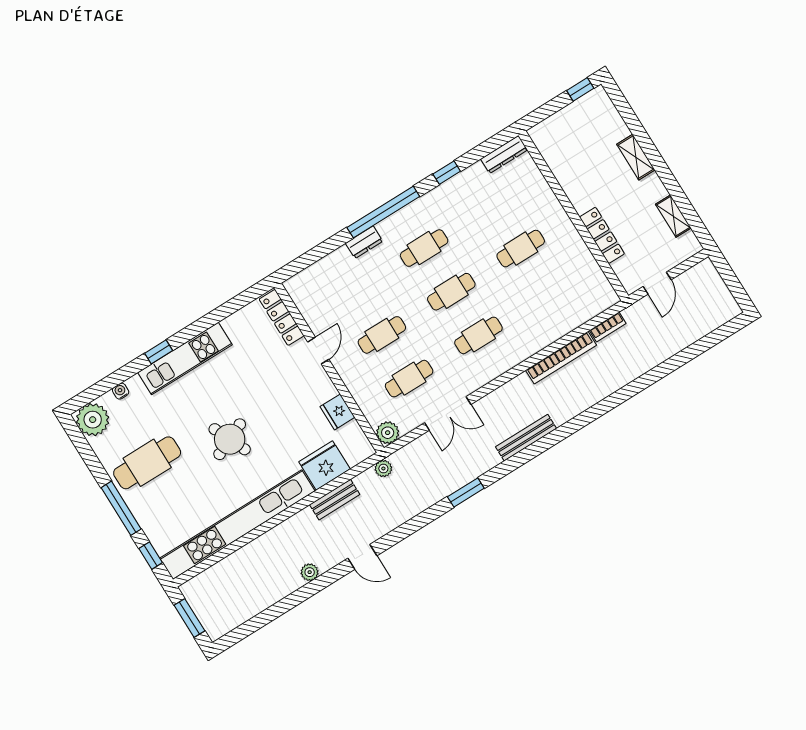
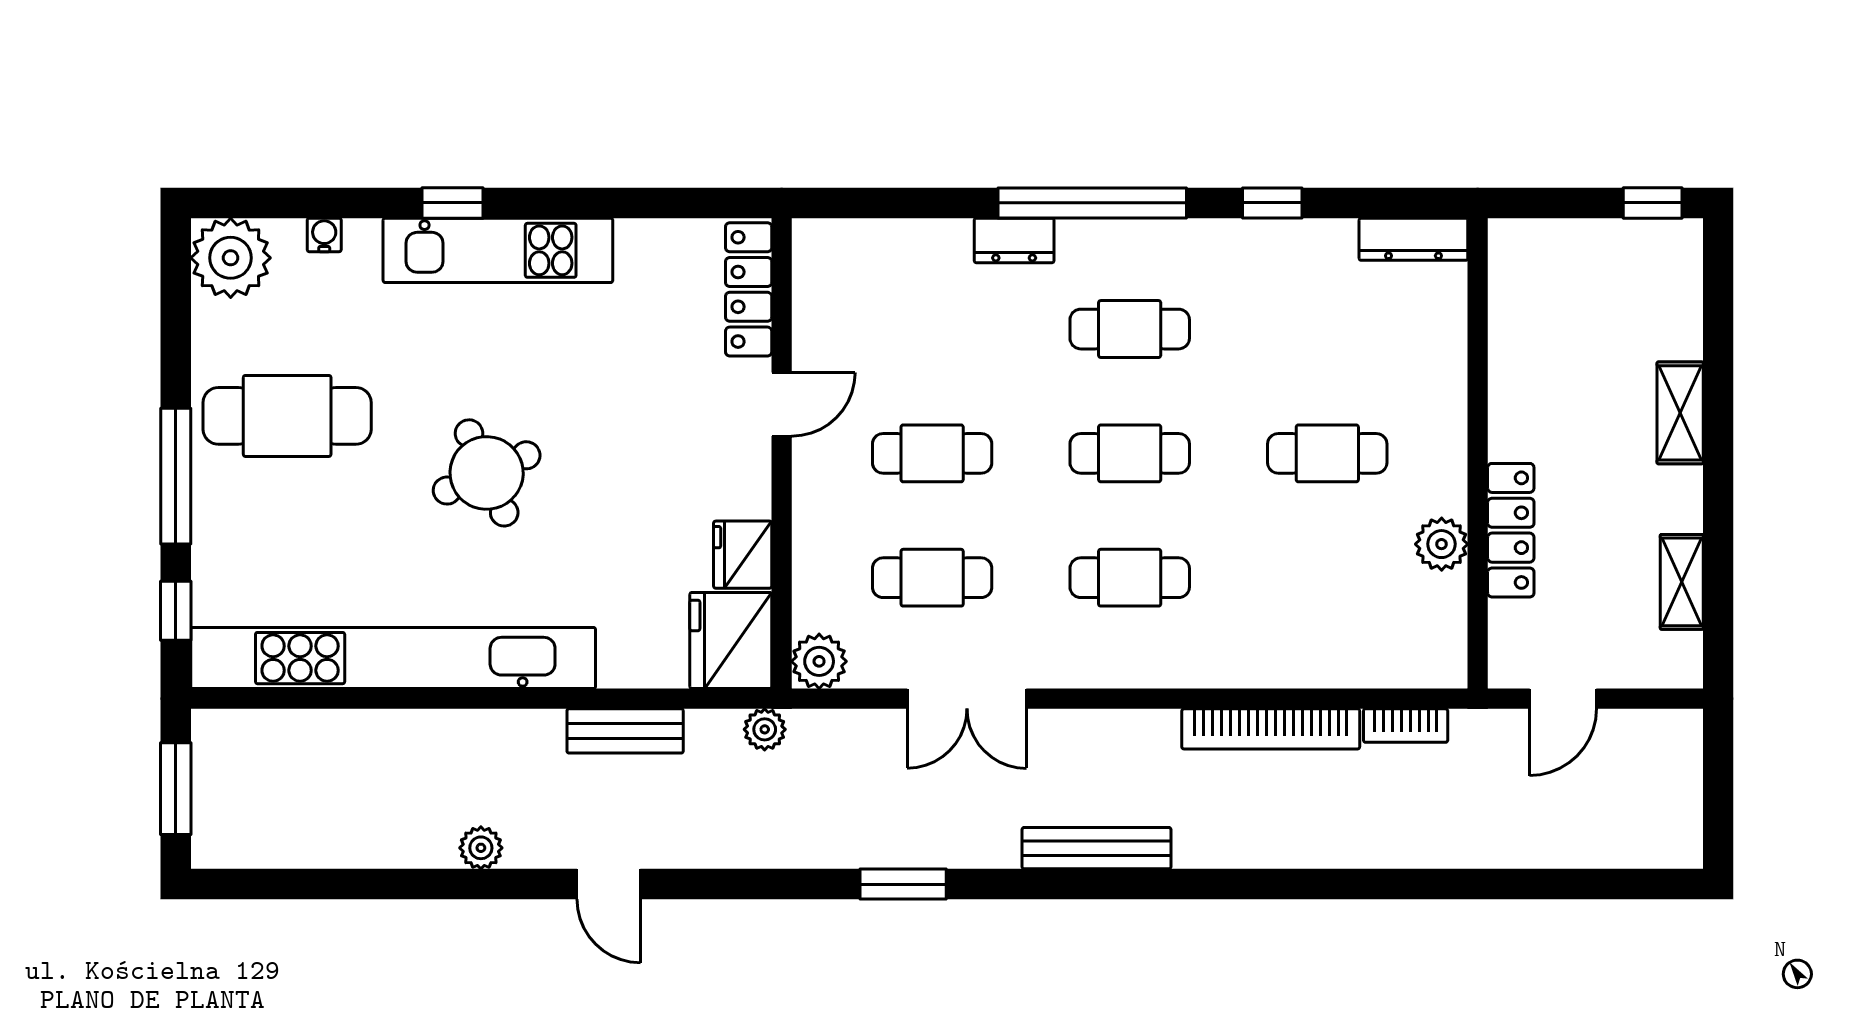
plant: (581, 255) -> (1442, 544), added
fridge: (324, 465) -> (731, 641), moved, turned -90

